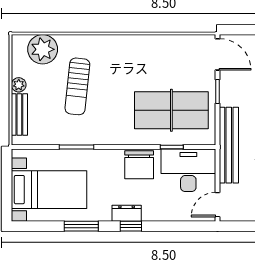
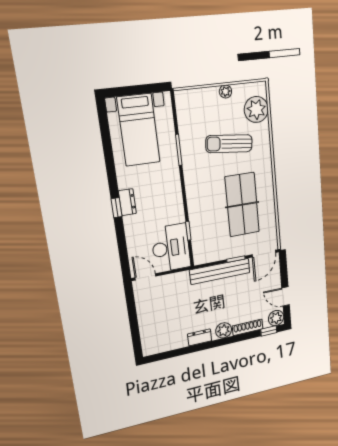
table tennis table: (171, 110) -> (242, 205), moved
bench: (19, 114) -> (201, 95), removed
bench: (229, 145) -> (220, 271), moved
chair: (139, 165) -> (170, 206), removed
window: (81, 226) -> (110, 164), removed

